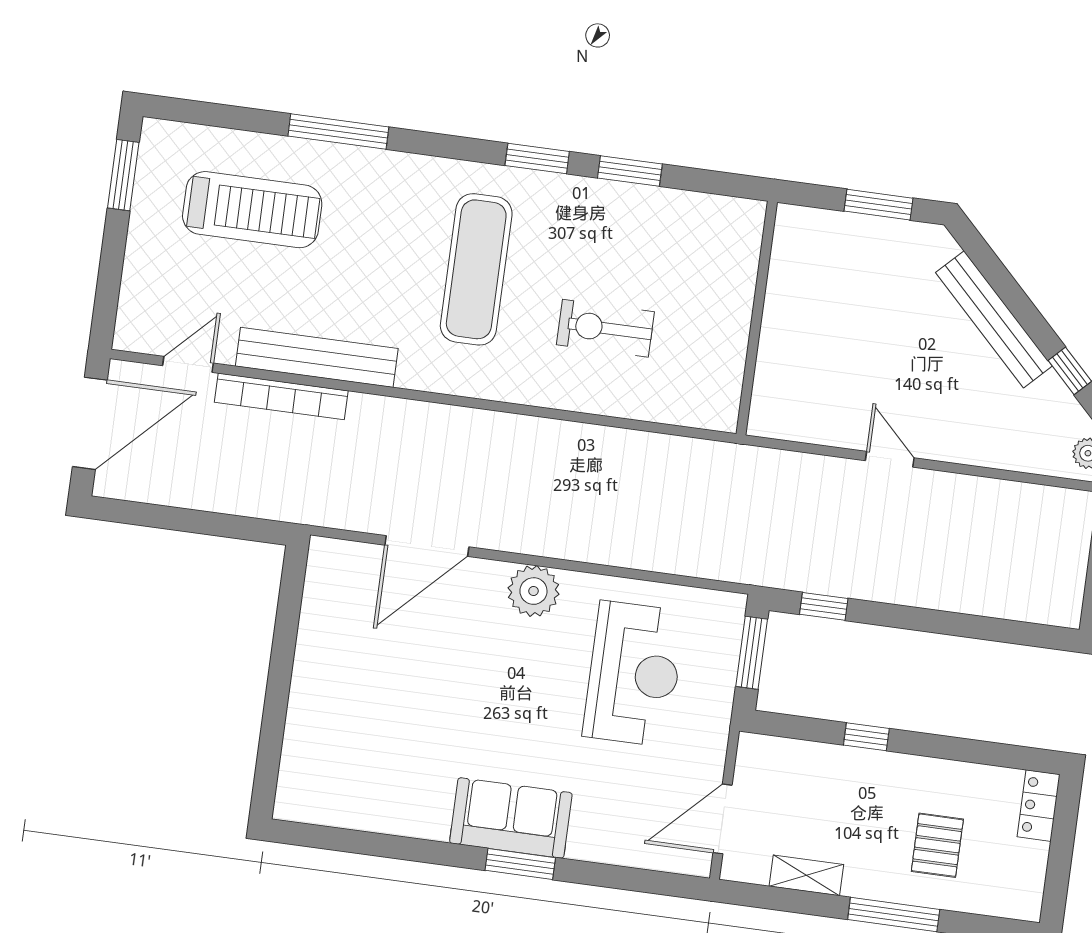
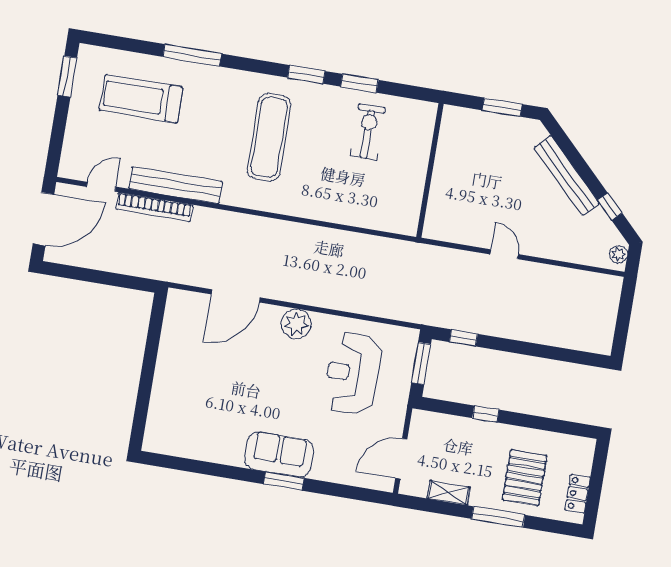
treadmill: (252, 210) -> (141, 99), turned 180
exercise bike: (605, 328) -> (368, 132), moved, turned 90
reception desk: (634, 674) -> (353, 373), turned 180
locker: (1039, 806) -> (578, 494), moved
pallet: (937, 845) -> (525, 478), width x1.50, depth x1.42

